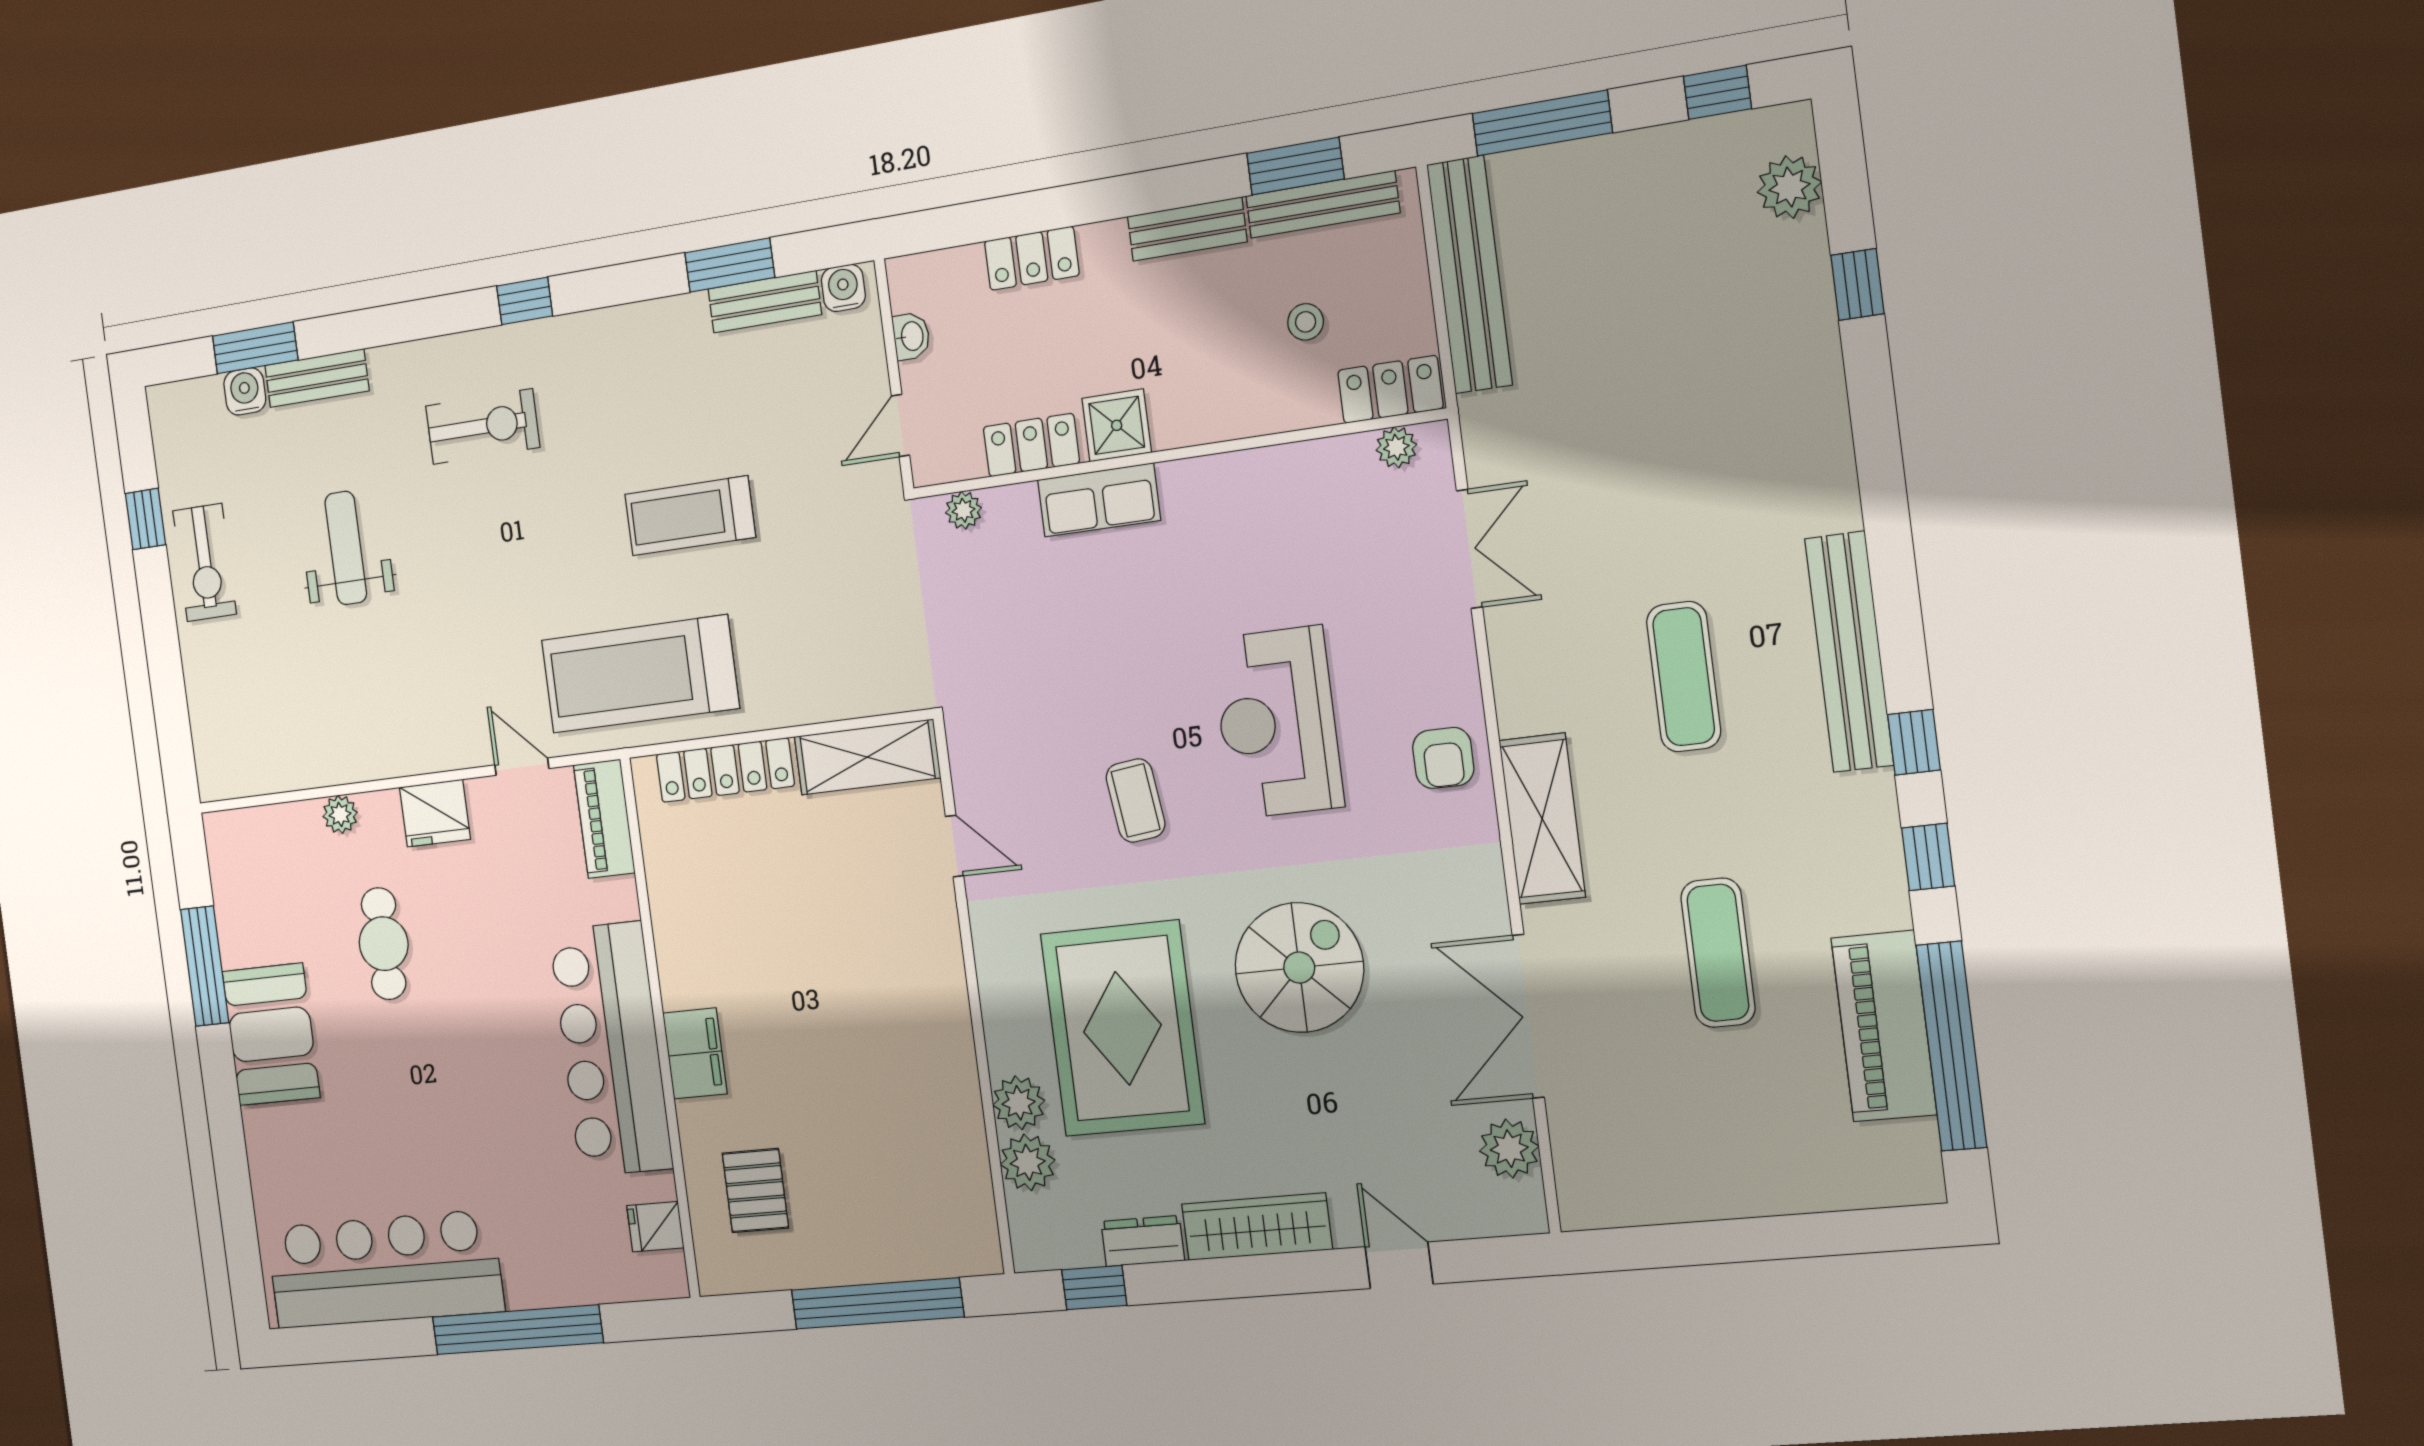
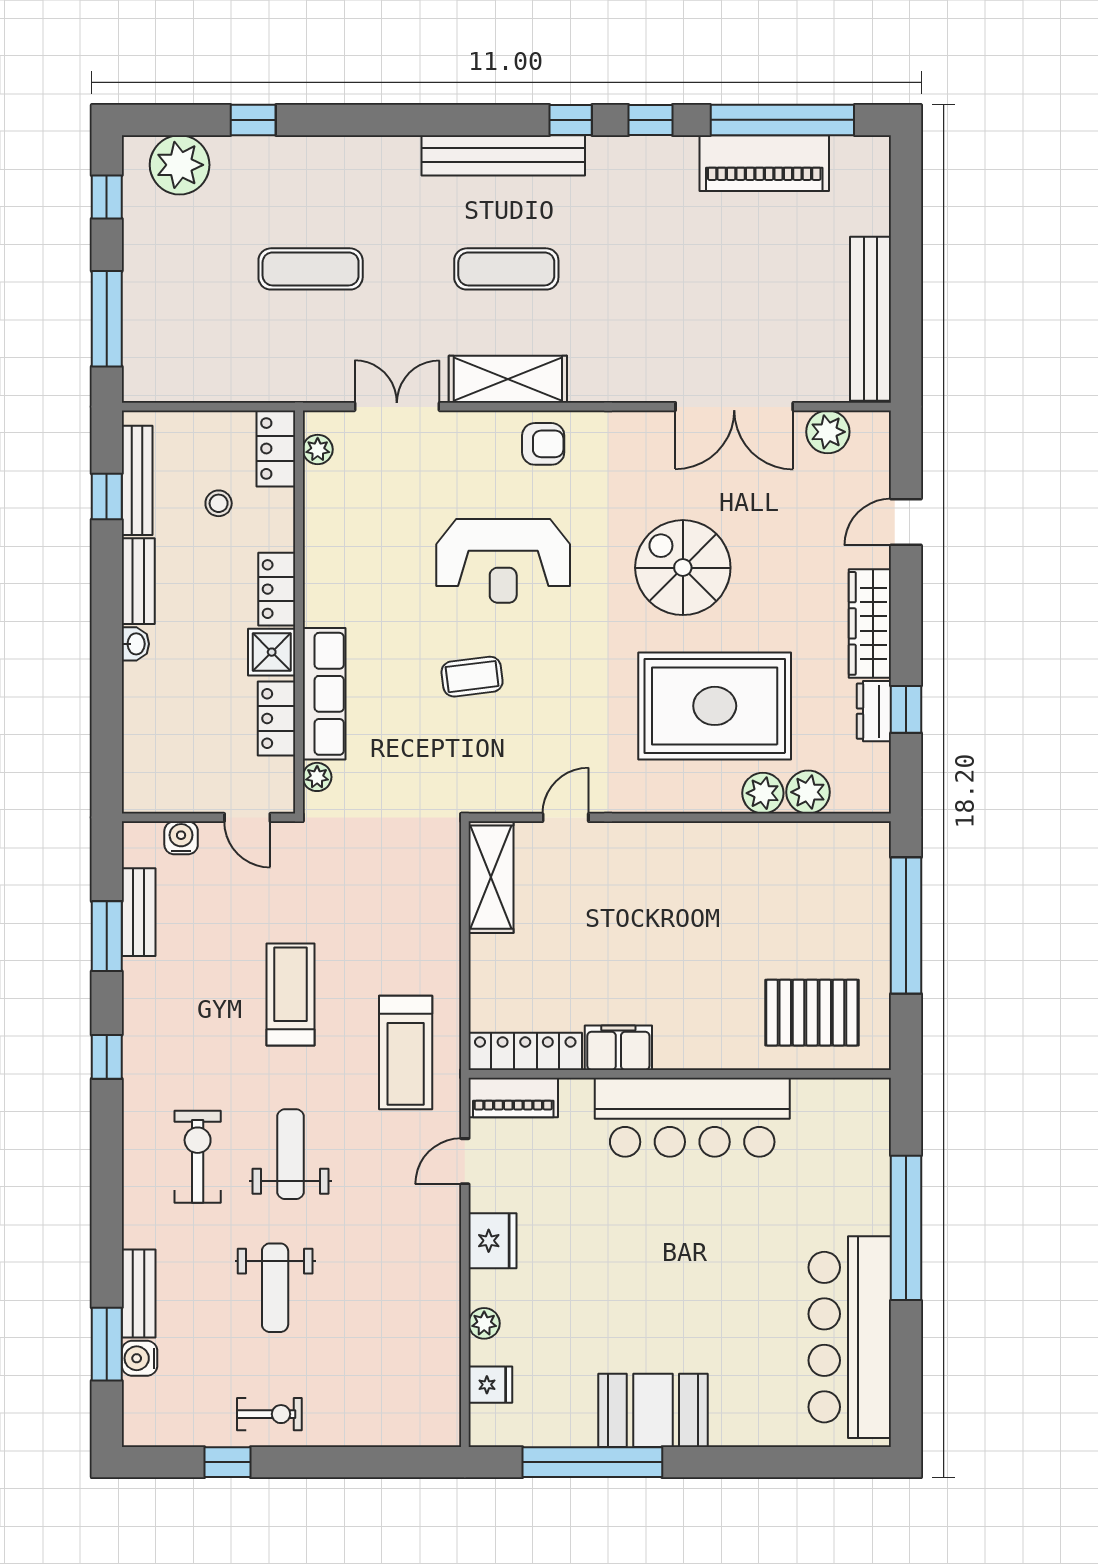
window: (1295, 166) -> (107, 497), width x0.67
plant: (1789, 187) -> (180, 165), width x1.36, depth x1.36
locker: (1032, 258) -> (277, 589), moved, turned 180
bench: (1470, 275) -> (870, 319), moved, turned 90
water cooler: (843, 288) -> (181, 838), moved, turned 90
window: (525, 301) -> (107, 1057), moved
washbasin: (911, 336) -> (135, 644), moved, turned 90
row of seats: (1099, 500) -> (324, 694), width x1.48
treadmill: (690, 516) -> (291, 994), turned 180
weight bench: (501, 544) -> (290, 1154), added
weight bench: (346, 548) -> (275, 1288), turned -90
exercise bike: (205, 562) -> (269, 1414), width x0.73, depth x0.72
treadmill: (640, 674) -> (406, 1052), width x0.73, depth x0.73
locker: (725, 770) -> (525, 1051), moved, turned -90
coffee table: (1136, 801) -> (472, 677), moved
shelving: (1542, 819) -> (508, 379), moved
cafe table: (384, 944) -> (590, 1300), removed
exercise mat: (1718, 953) -> (311, 269), moved
window: (205, 966) -> (592, 1462), width x1.46
filing cabinet: (695, 1053) -> (618, 1048), moved
pallet: (755, 1191) -> (812, 1013), width x1.50, depth x1.42
fridge: (655, 1227) -> (490, 1385), moved, turned -90
window: (1094, 1288) -> (906, 709), moved

